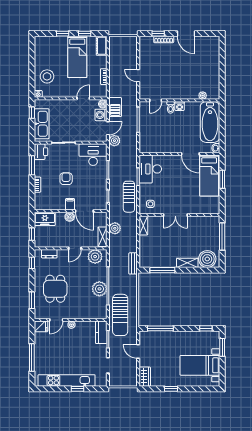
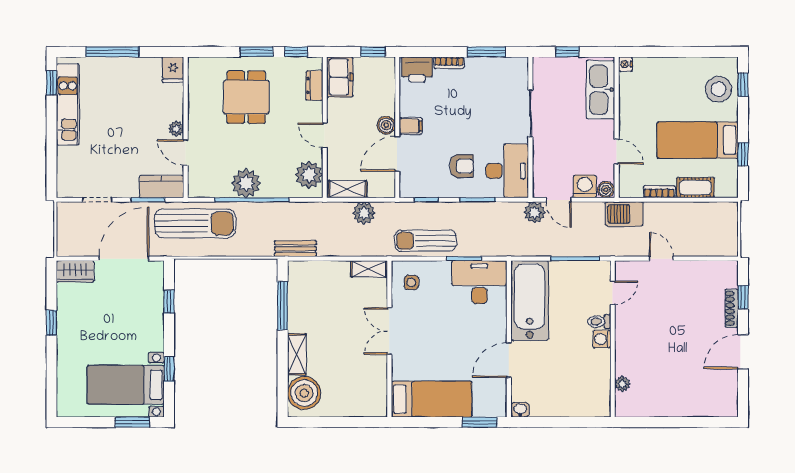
window: (63, 34) -> (743, 85), moved
cot: (102, 46) -> (695, 188), moved
stool: (47, 76) -> (718, 89), moved
door: (138, 76) -> (661, 259), hinge flipped
door: (156, 100) -> (613, 293), swing flipped
barbecue: (115, 107) -> (624, 214), moved
window: (32, 113) -> (567, 52), moved
bathtub: (210, 122) -> (530, 300), moved, turned 90
kitchen sink: (42, 124) -> (601, 90), moved, turned 90
printer: (41, 152) -> (417, 69), moved
bed: (209, 175) -> (432, 399), moved, turned 180
armchair: (66, 179) -> (462, 166), moved
window: (222, 179) -> (480, 422), moved
freezer: (45, 219) -> (340, 77), moved, turned 180
window: (32, 234) -> (373, 52), moved
window: (222, 236) -> (348, 422), removed
dining table: (55, 289) -> (246, 97), turned 90
window: (32, 300) -> (256, 52), moved
sun lounger: (120, 315) -> (195, 224), turned 180
door: (56, 320) -> (186, 152), moved
window: (160, 328) -> (169, 302), width x0.46
window: (206, 328) -> (169, 369), moved
door: (138, 352) -> (124, 259), width x1.87
bed with nightstands: (200, 365) -> (126, 385), moved, turned -90
kitchen unit: (67, 380) -> (68, 104), width x0.73
window: (77, 389) -> (51, 83), moved

